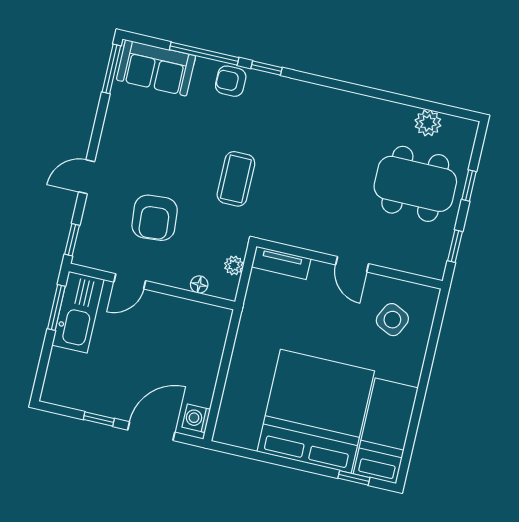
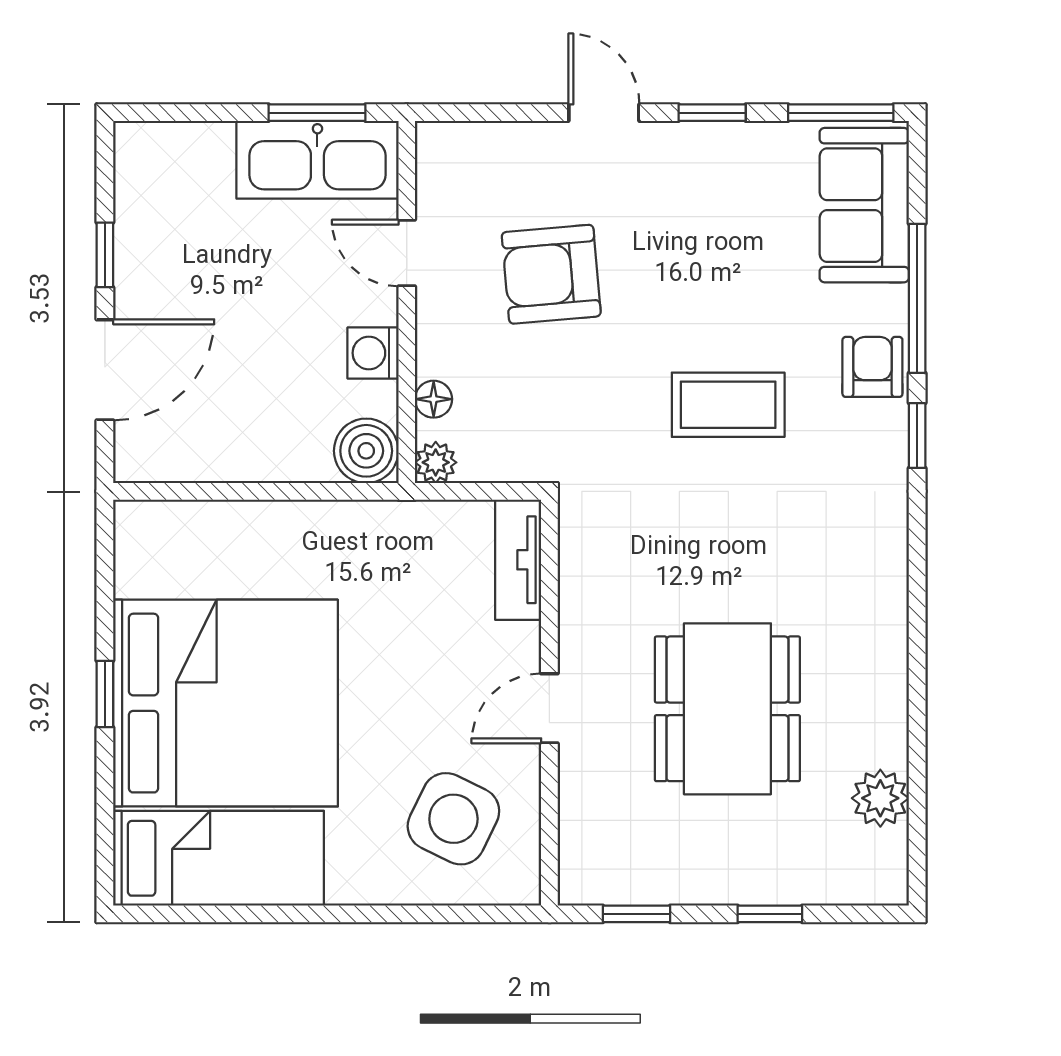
coffee table: (236, 179) -> (728, 405), moved
dining table: (415, 184) -> (727, 709), moved
window: (72, 240) -> (712, 113), moved
plant: (234, 265) -> (436, 462), moved
side table: (392, 320) -> (453, 819), width x1.37, depth x1.37
boiler: (216, 321) -> (366, 451), added
washing machine: (196, 418) -> (373, 353), moved, turned -90
door: (151, 431) -> (105, 370), hinge flipped
window: (354, 478) -> (105, 694), moved

